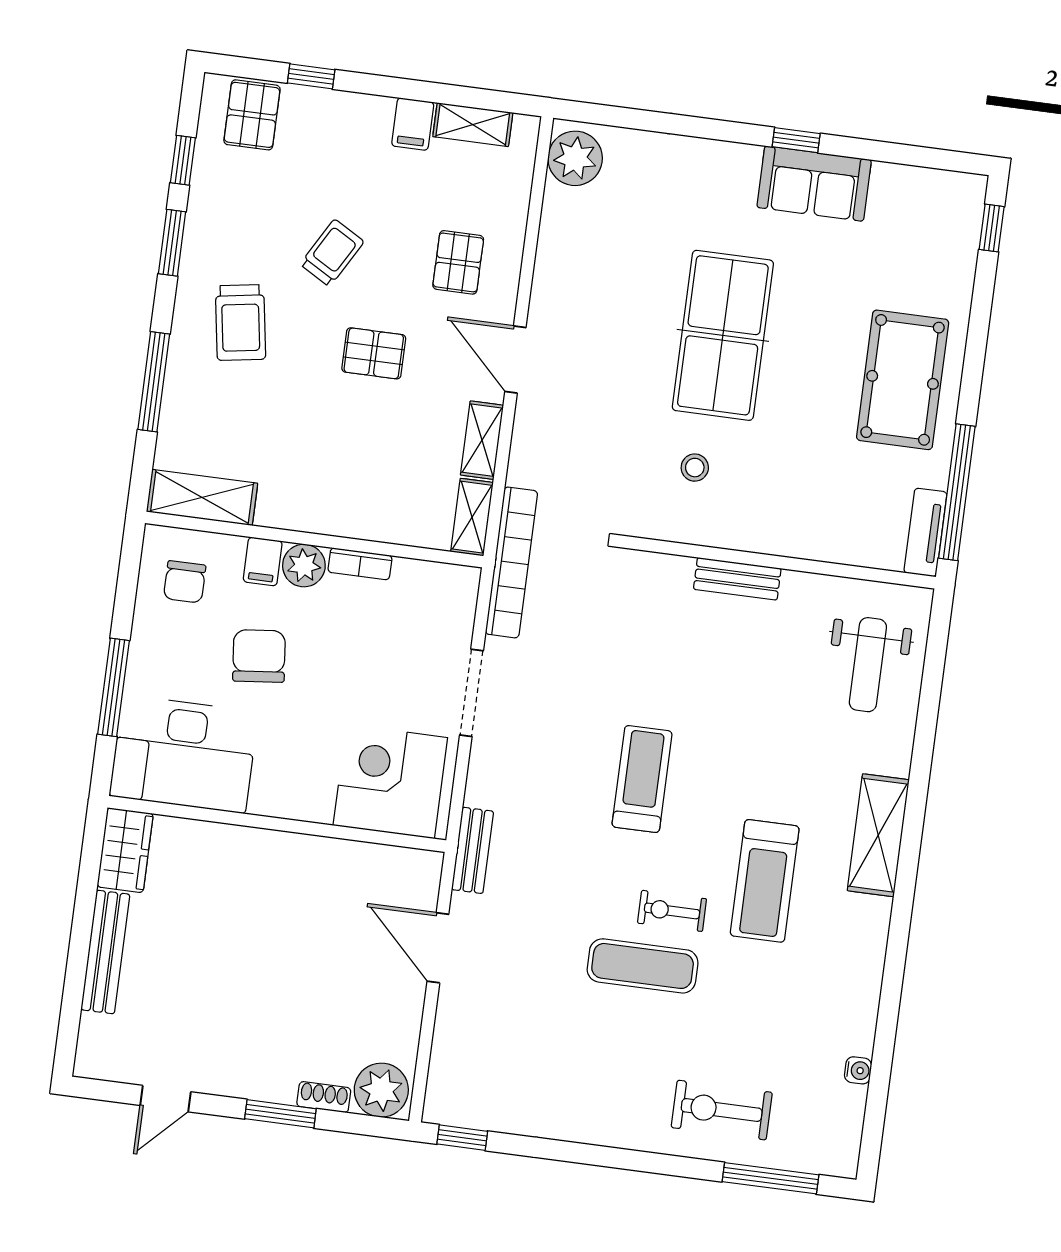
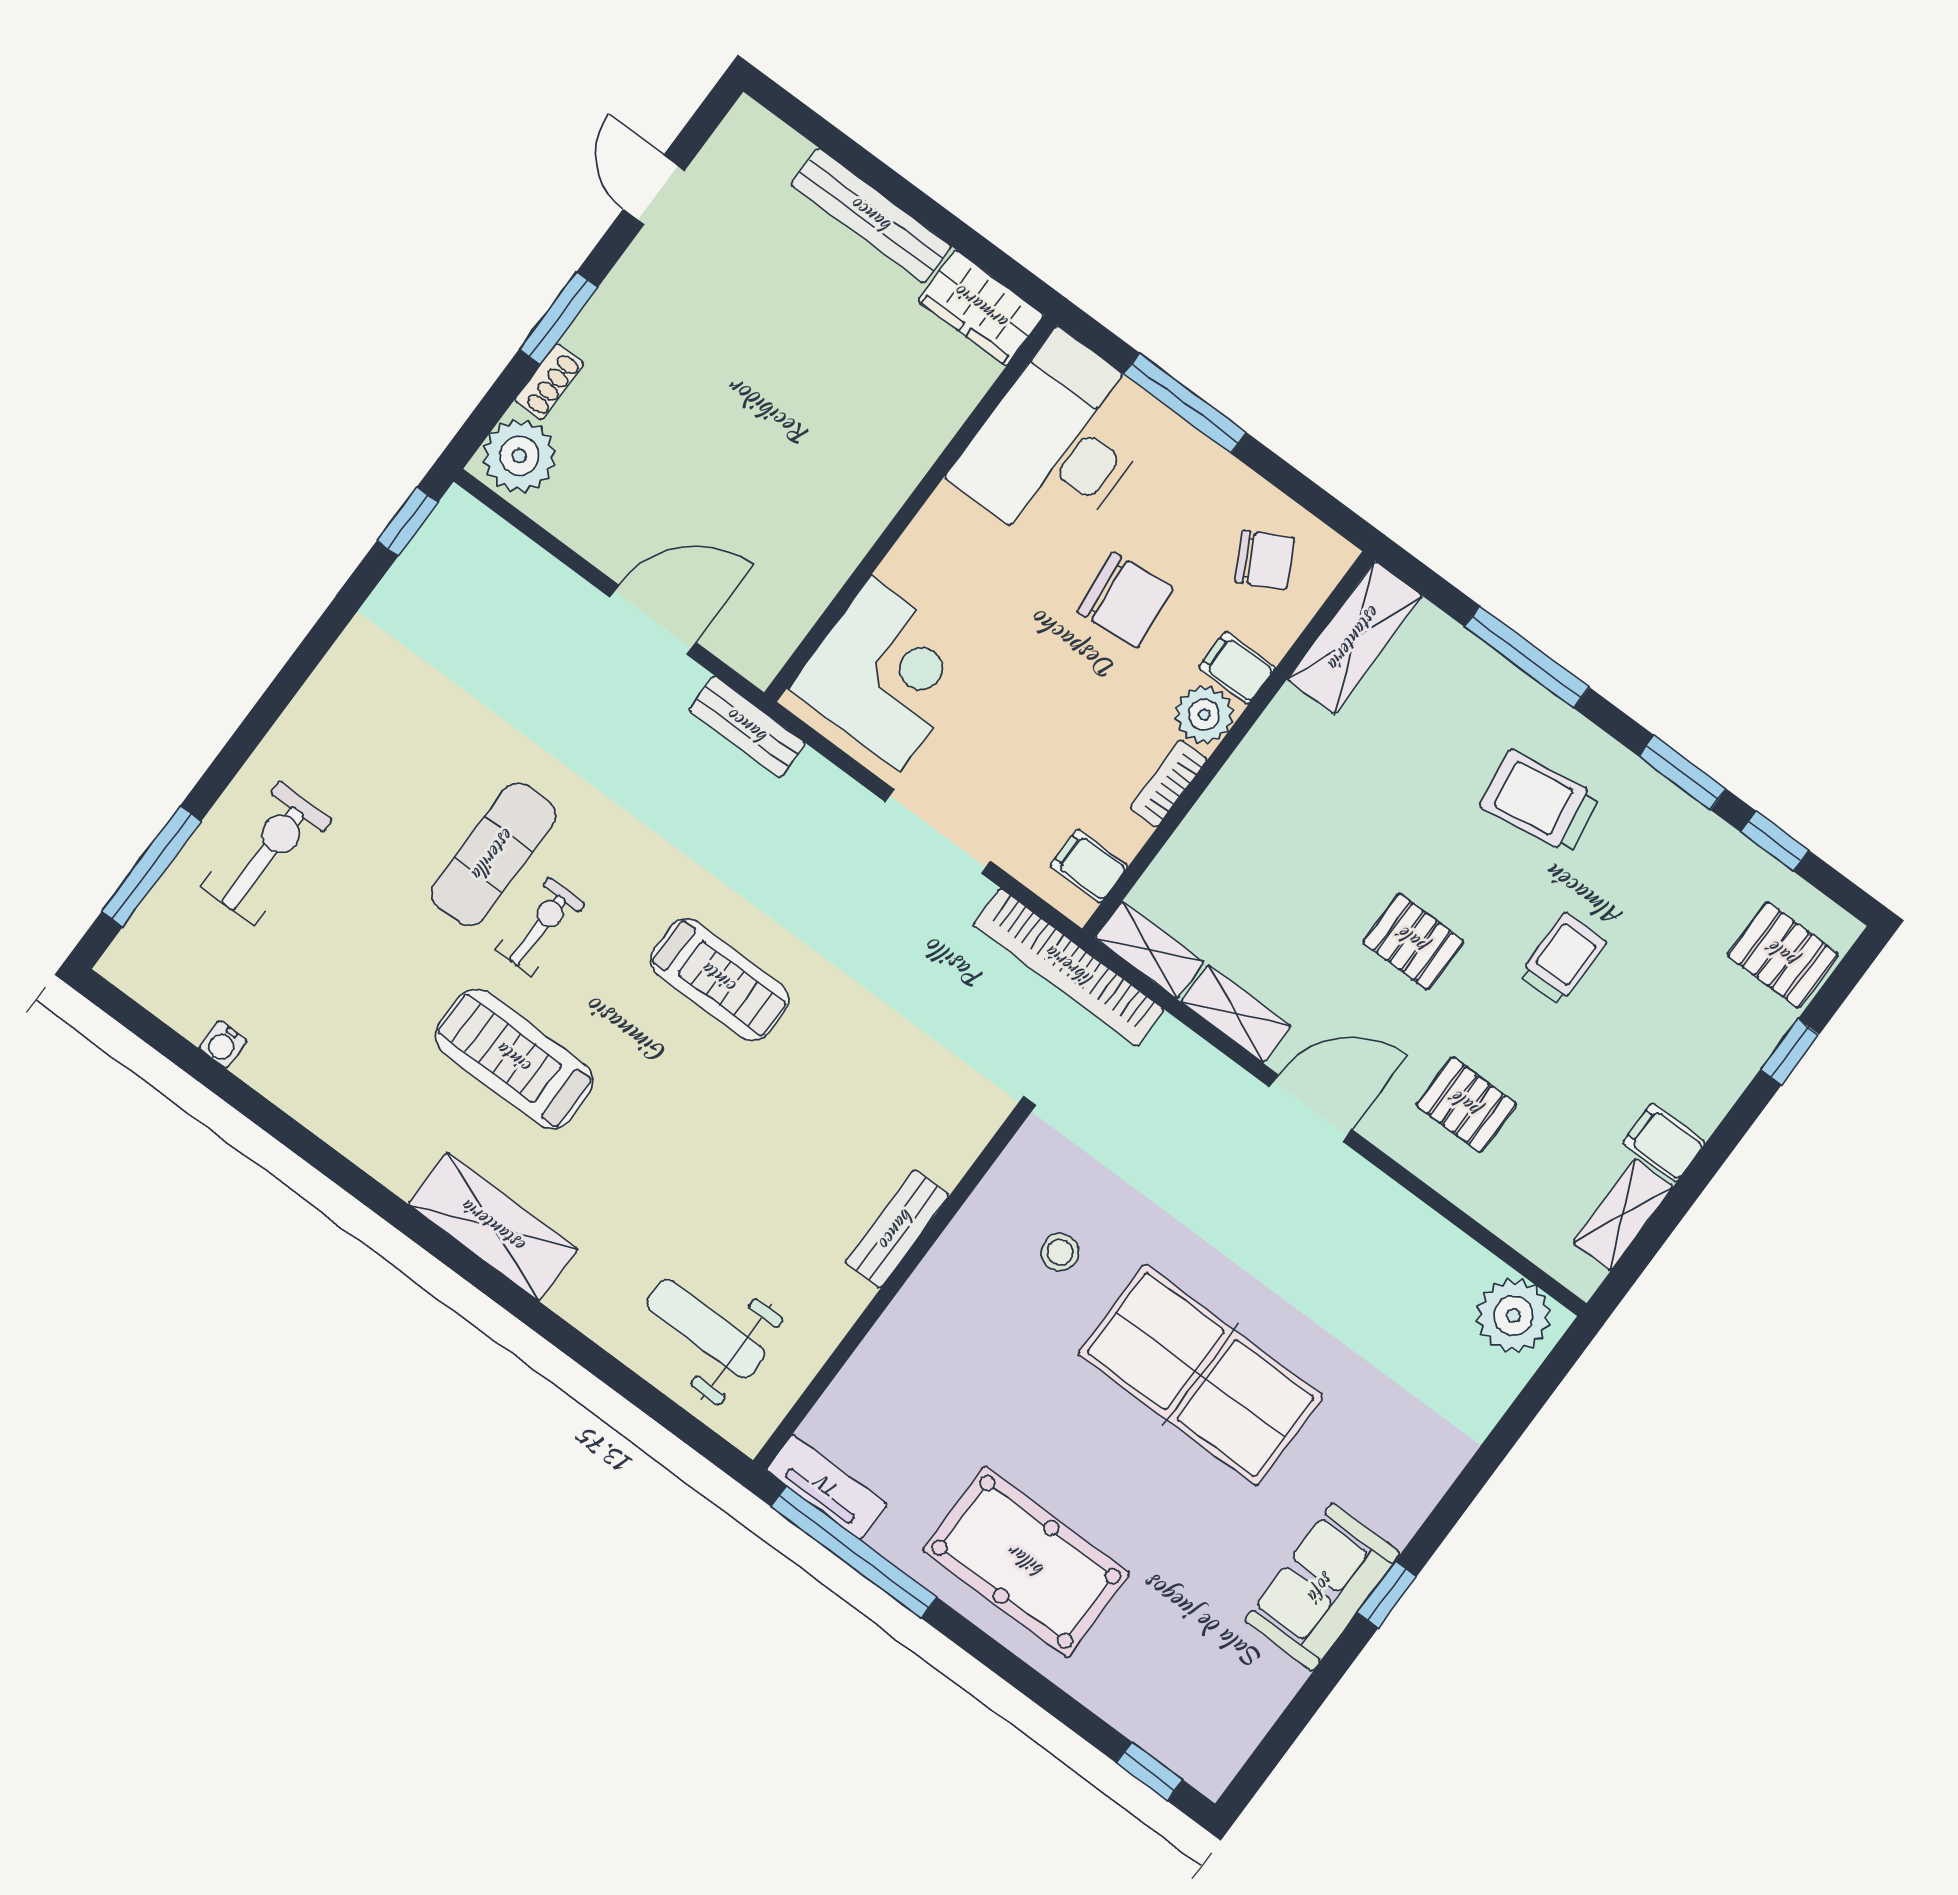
trolley: (332, 253) -> (1563, 959), turned -120
pallet: (374, 353) -> (1413, 941), turned 90
chair: (185, 582) -> (1265, 560), turned 152
filing cabinet: (440, 585) -> (1089, 866), added

